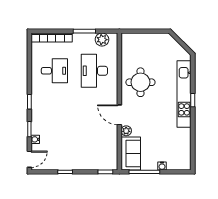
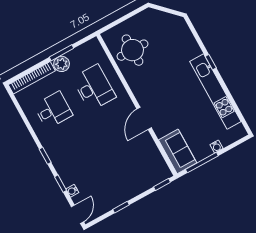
plant: (102, 40) -> (62, 64), moved
desk: (94, 71) -> (94, 88), turned 180
round table: (140, 82) -> (132, 50), moved
kitchen unit: (184, 94) -> (215, 92), moved
door: (119, 115) -> (144, 118), hinge flipped
plant: (126, 131) -> (160, 131), removed

